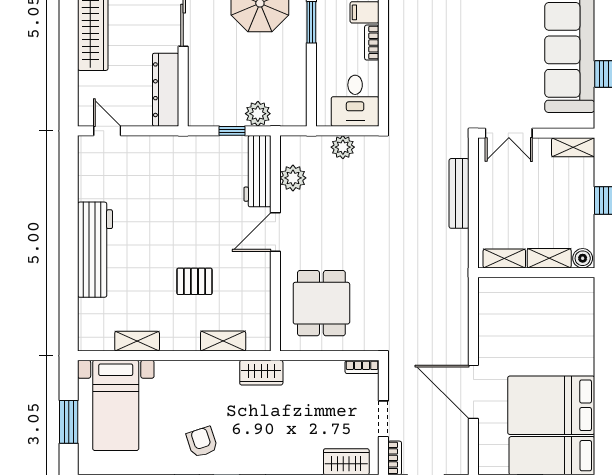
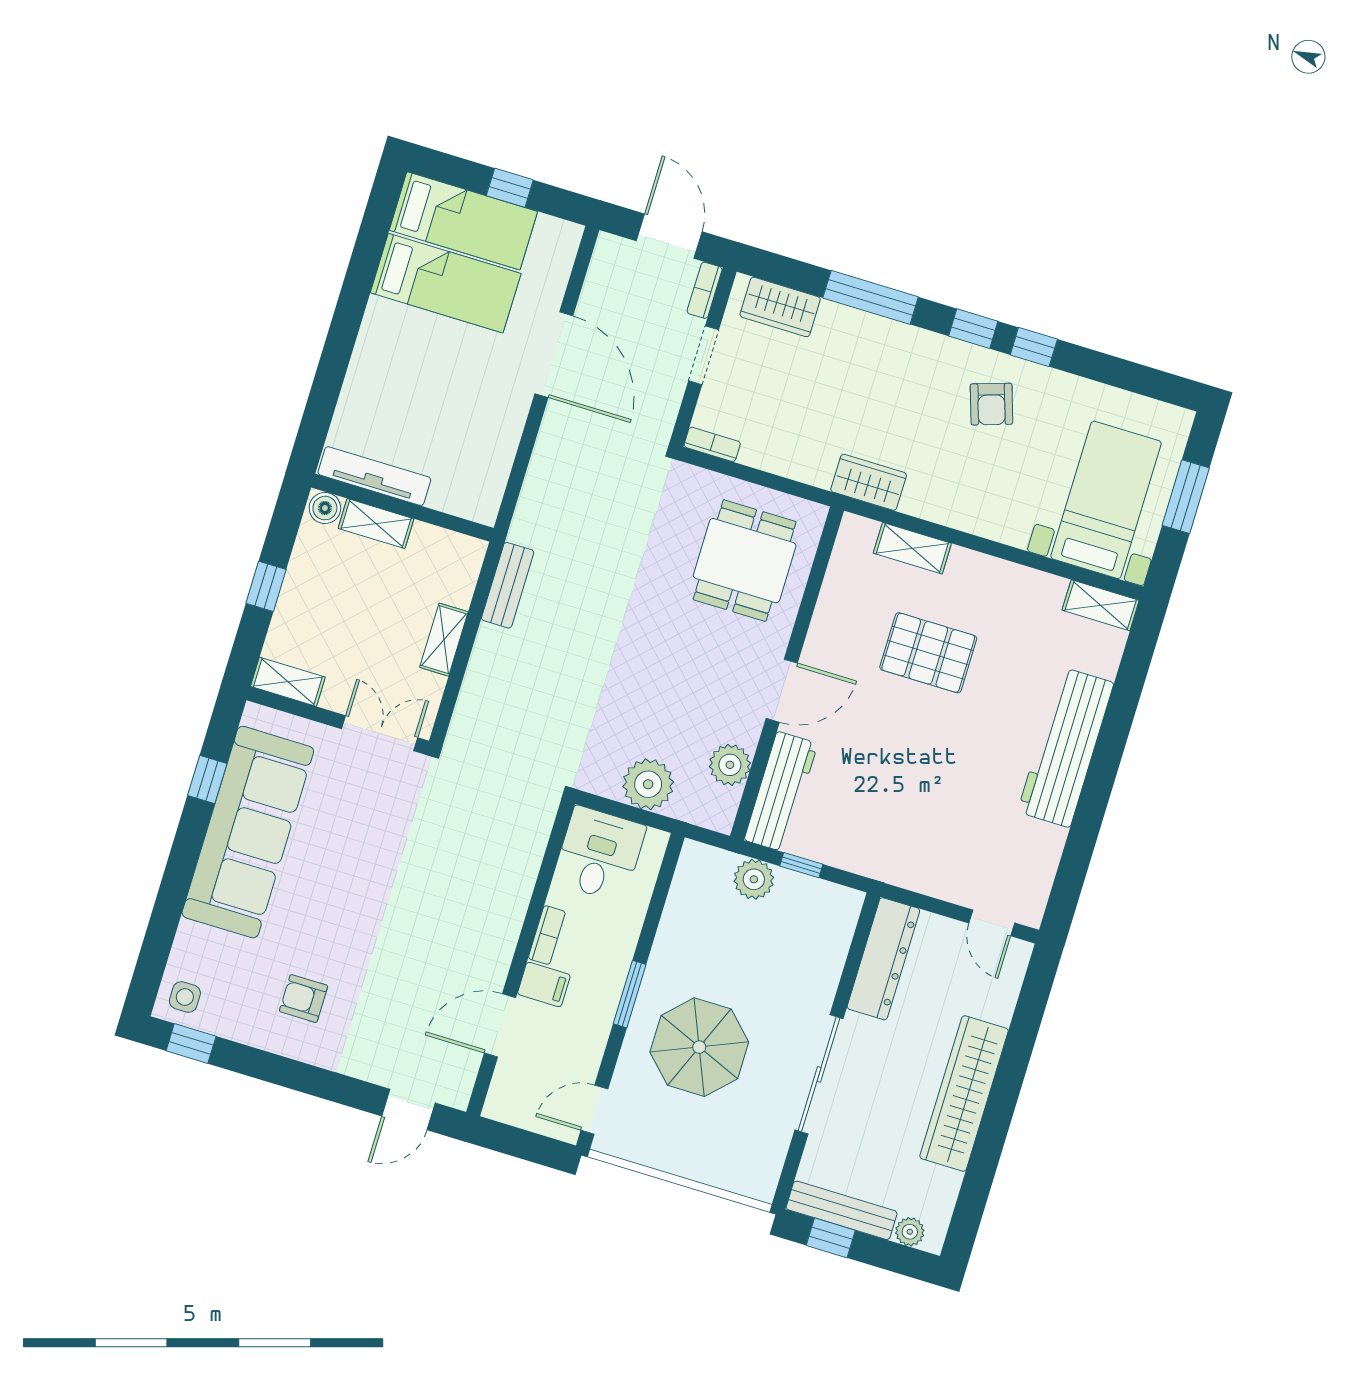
plant: (343, 147) -> (648, 784), width x1.36, depth x1.36
bench: (459, 193) -> (508, 585), moved, width x0.73
shelving: (504, 259) -> (444, 640), moved, turned 90
pallet: (194, 281) -> (928, 653), width x1.50, depth x1.42
tv unit: (559, 286) -> (374, 476), added
shelving: (137, 341) -> (1101, 605), moved
bed: (551, 405) -> (446, 283), width x0.67

